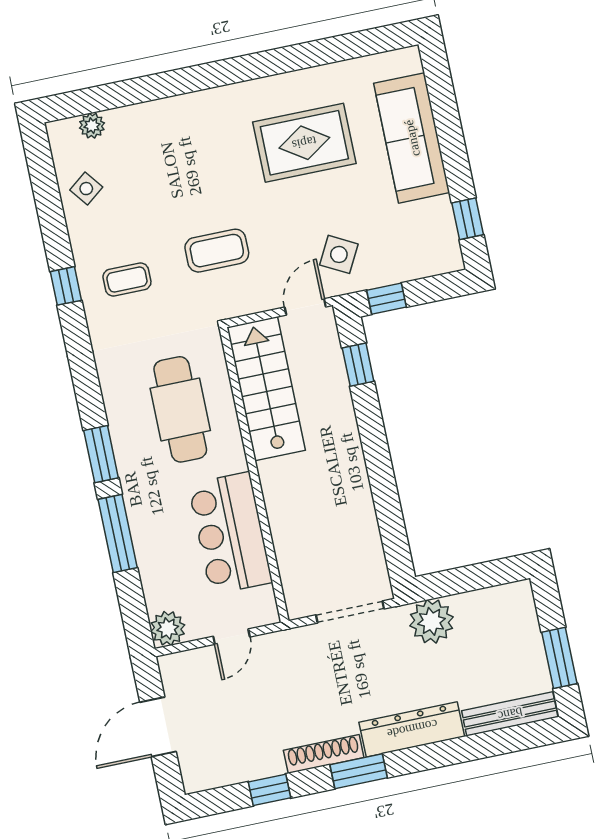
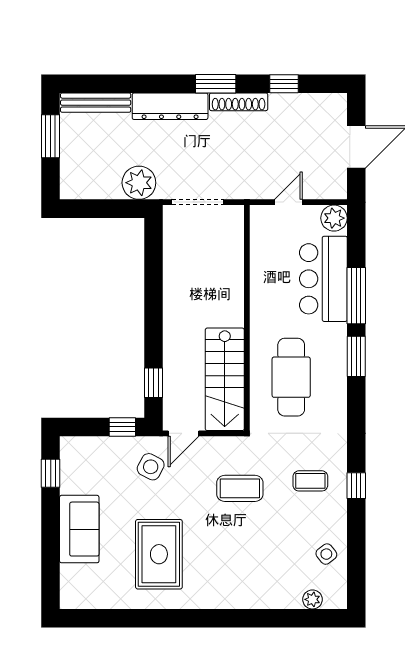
sofa: (412, 138) -> (79, 529), width x0.73
rug: (304, 143) -> (159, 554), turned 90
bar counter: (230, 533) -> (323, 279), moved, turned 180

